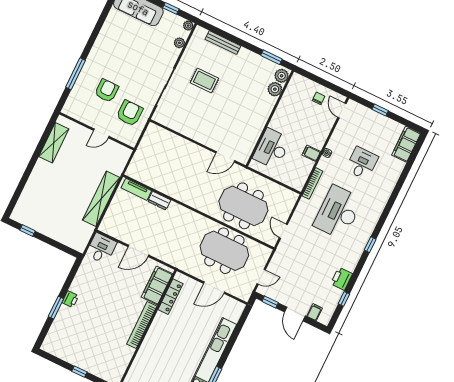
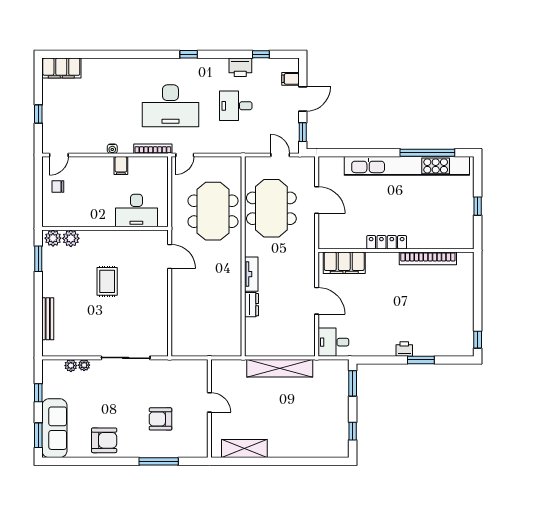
plant: (188, 26) -> (84, 365), moved
rug: (204, 80) -> (107, 281), moved
armchair: (130, 113) -> (104, 440), moved, turned 180
desk: (362, 163) -> (236, 106), moved
tv unit: (136, 189) -> (251, 274), moved
door: (283, 231) -> (185, 155), moved
window: (63, 248) -> (353, 383), added
locker: (171, 297) -> (387, 242), moved
bookcase: (142, 325) -> (428, 258), moved
window: (79, 372) -> (478, 340), moved

